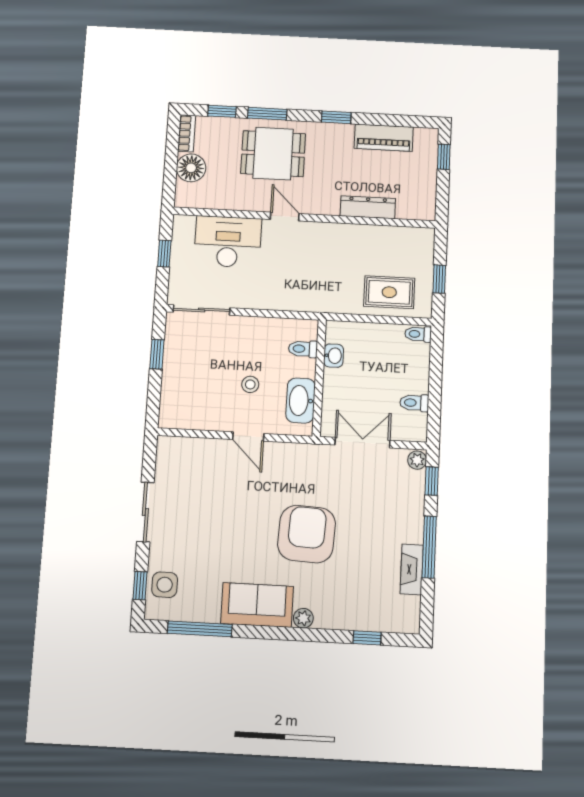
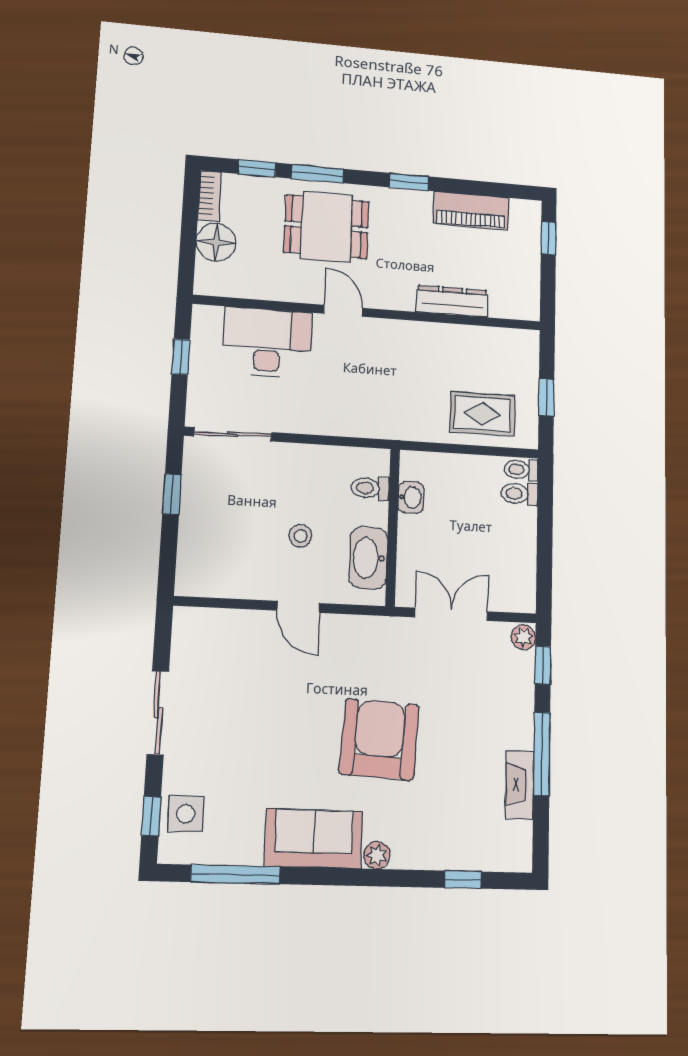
toilet: (414, 403) -> (519, 494), moved

